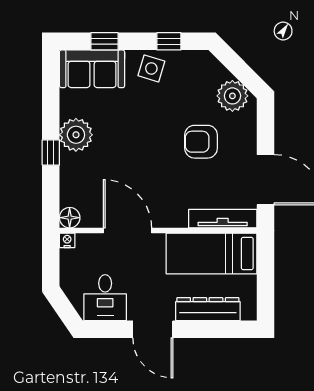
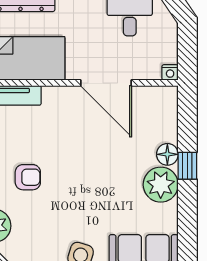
armchair: (201, 142) -> (28, 177), width x0.72, depth x0.72
floor lamp: (70, 218) -> (167, 154), moved

